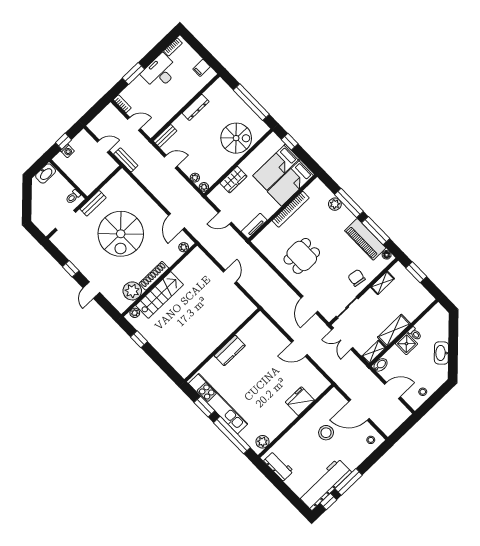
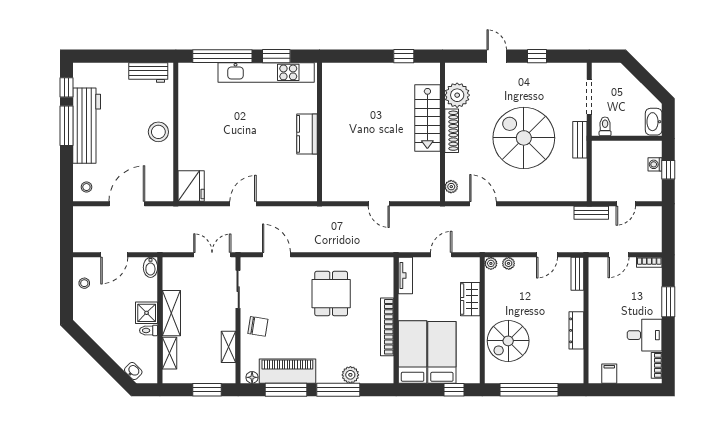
desk: (160, 72) -> (645, 335), width x0.73
plant: (135, 313) -> (434, 77), removed
shelving: (374, 352) -> (169, 353), moved
washbasin: (441, 353) -> (133, 371), moved, width x0.52, depth x0.69
fridge: (300, 401) -> (191, 186), moved
stool: (326, 433) -> (158, 132), moved
plant: (263, 442) -> (187, 80), removed
workbench: (325, 484) -> (87, 126), moved

